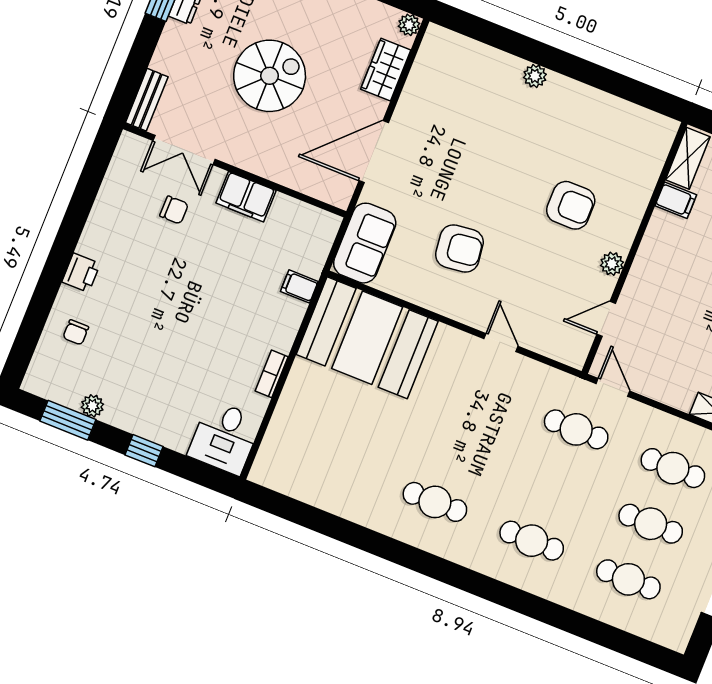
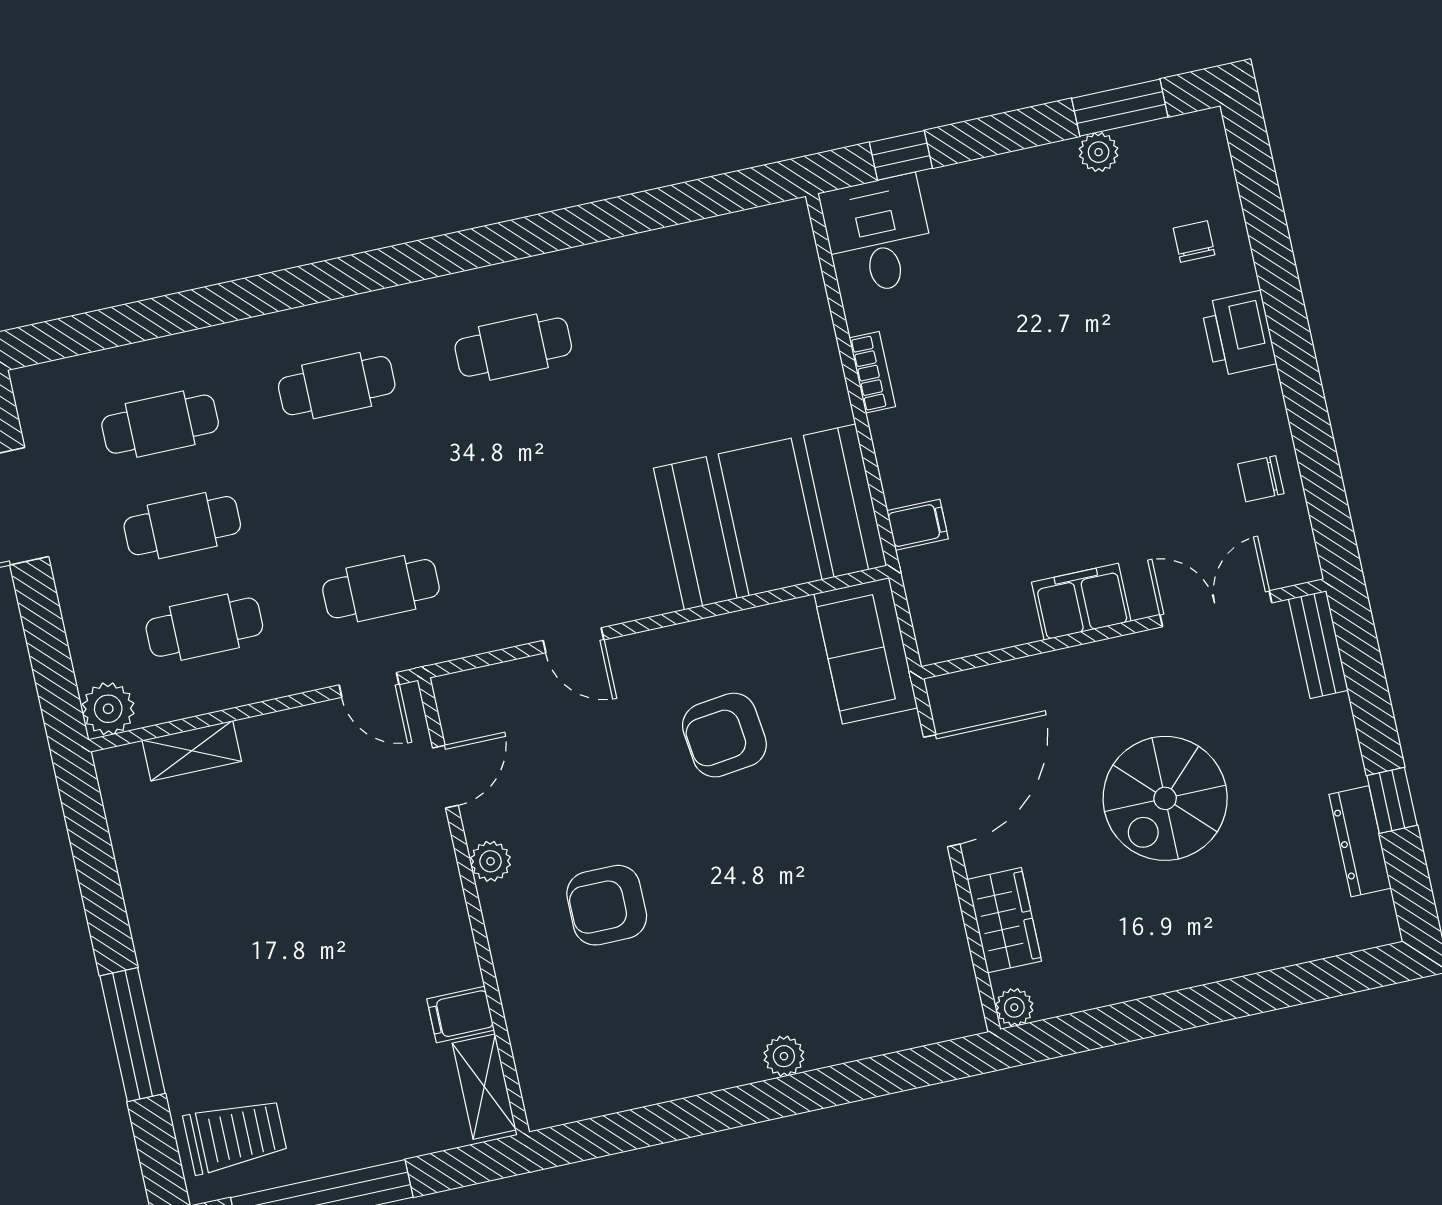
chair: (174, 210) -> (1261, 479), moved
printer: (81, 273) -> (1239, 333), width x1.36, depth x1.24
window: (144, 451) -> (901, 155), moved

